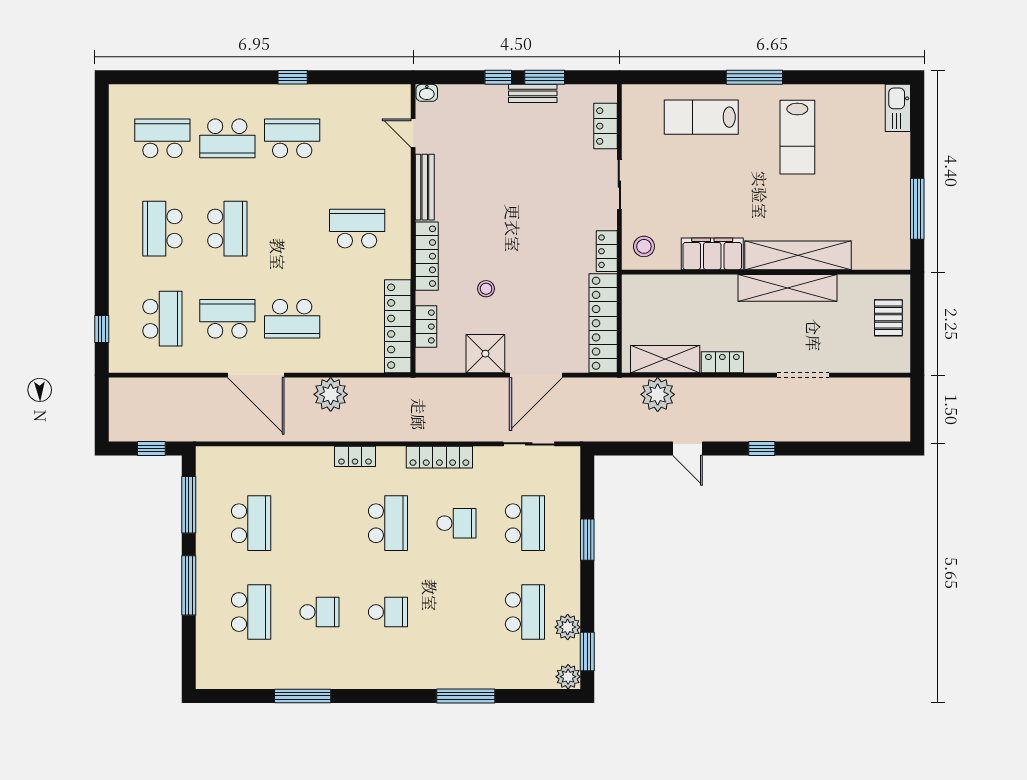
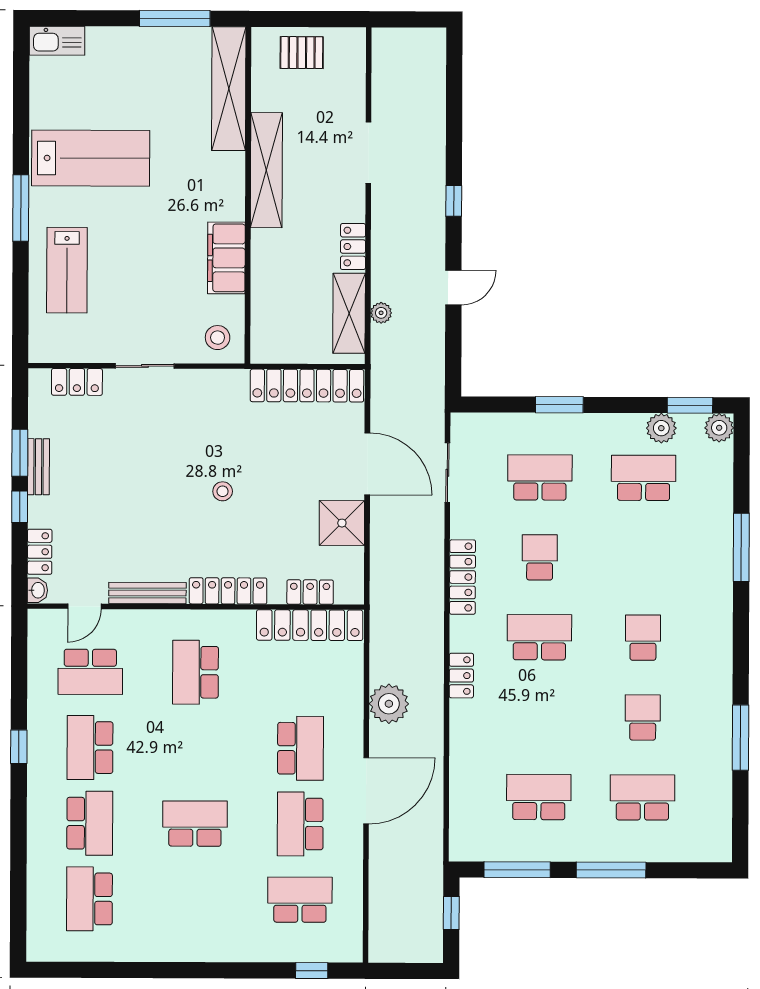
lab bench: (797, 137) -> (91, 158), width x1.36, depth x1.39
school desk: (162, 229) -> (90, 672), moved
locker: (607, 251) -> (40, 552), moved, turned -90
shelving: (798, 255) -> (229, 89), moved
stool: (486, 289) -> (223, 491), moved
plant: (658, 394) -> (381, 313), width x0.53, depth x0.53

